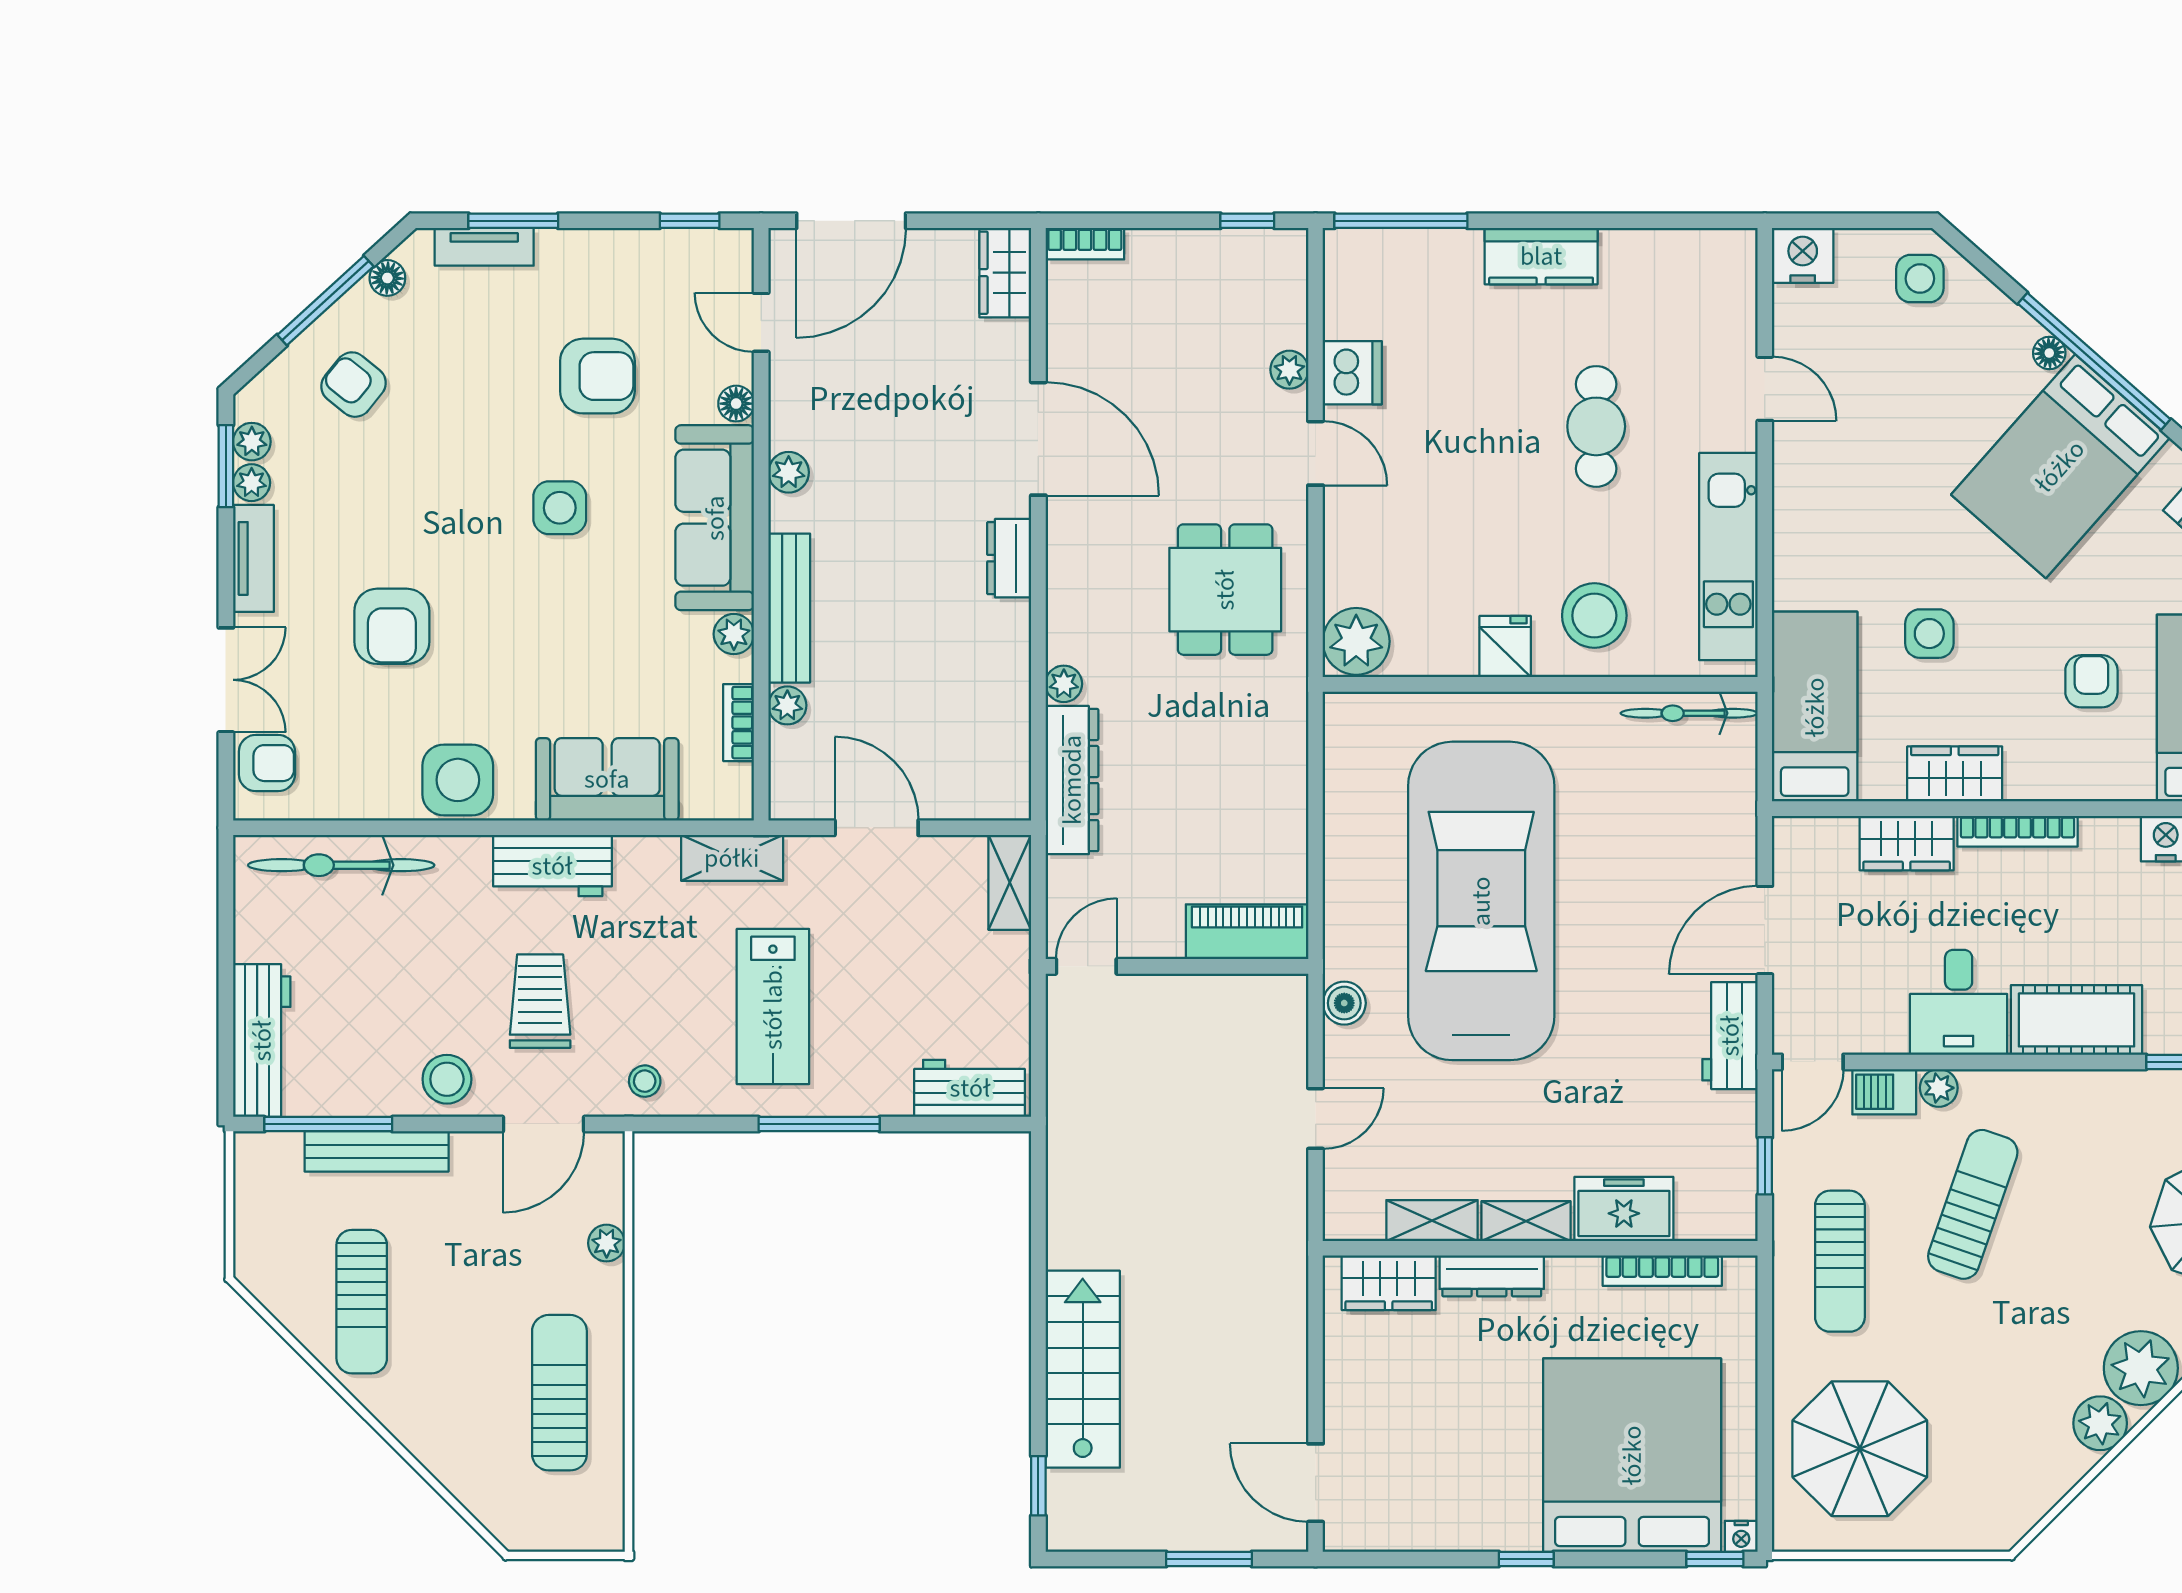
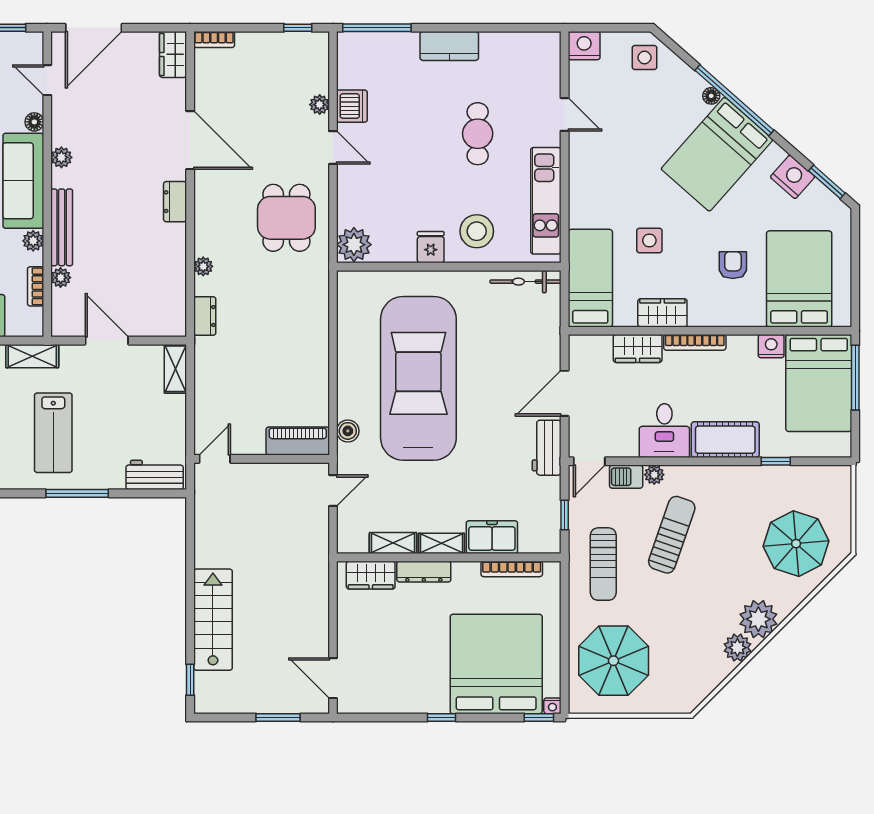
dresser: (1072, 780) -> (205, 316), width x0.51, depth x0.80
piano: (1247, 932) -> (298, 441), moved
door: (1086, 966) -> (215, 459), moved
wall: (1177, 966) -> (262, 459), moved

